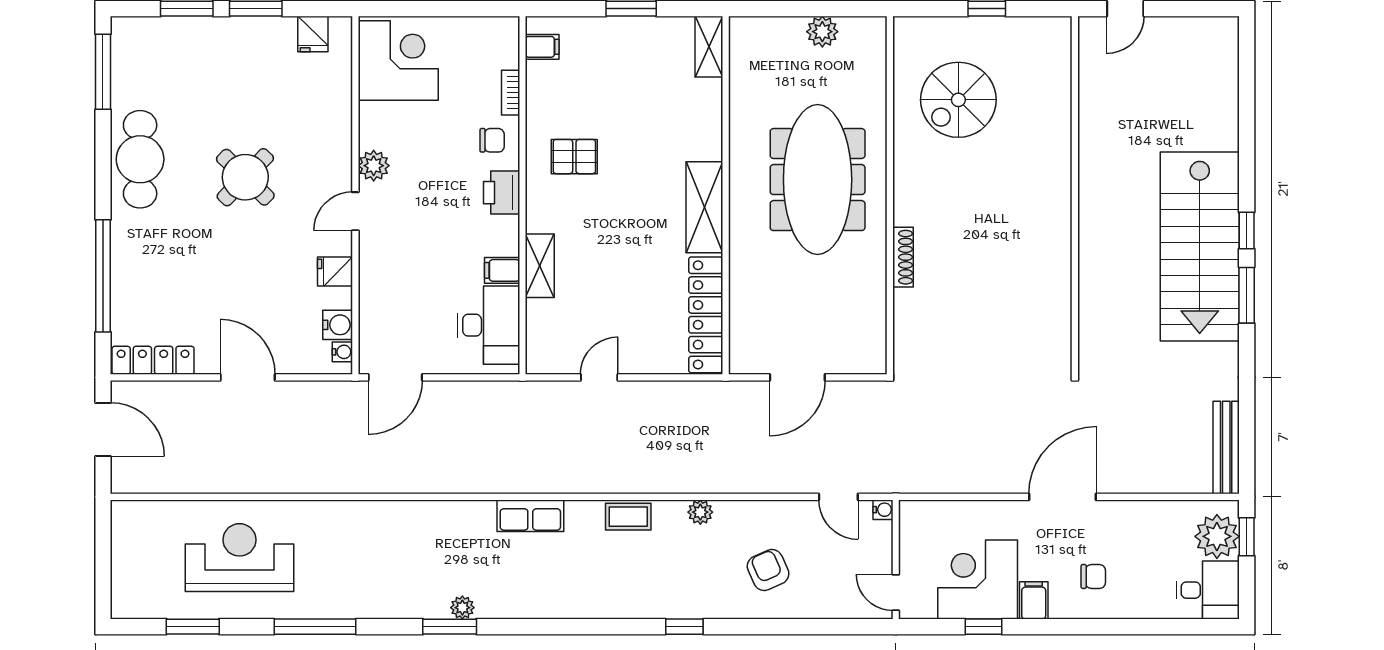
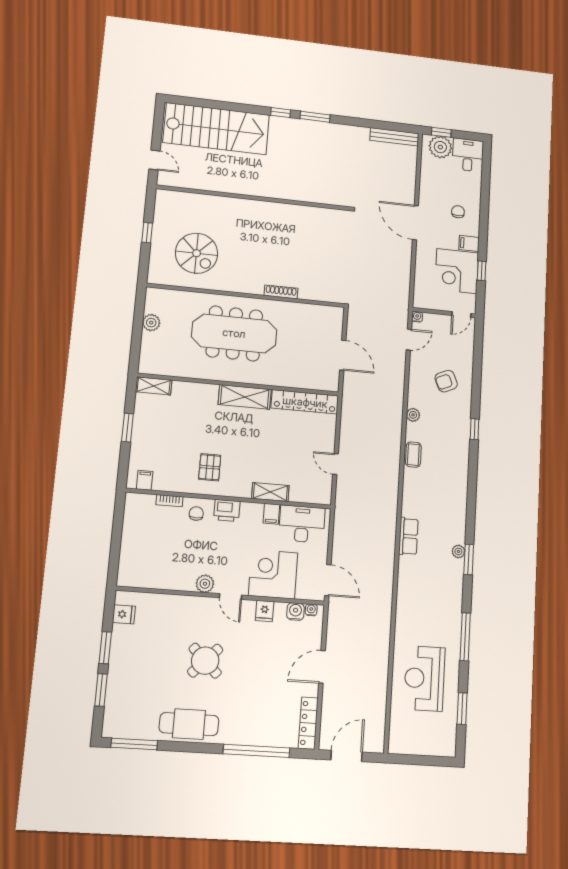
corner desk: (398, 61) -> (273, 574), moved
stairs: (1200, 246) -> (216, 129), moved
row of seats: (530, 516) -> (408, 536), moved

